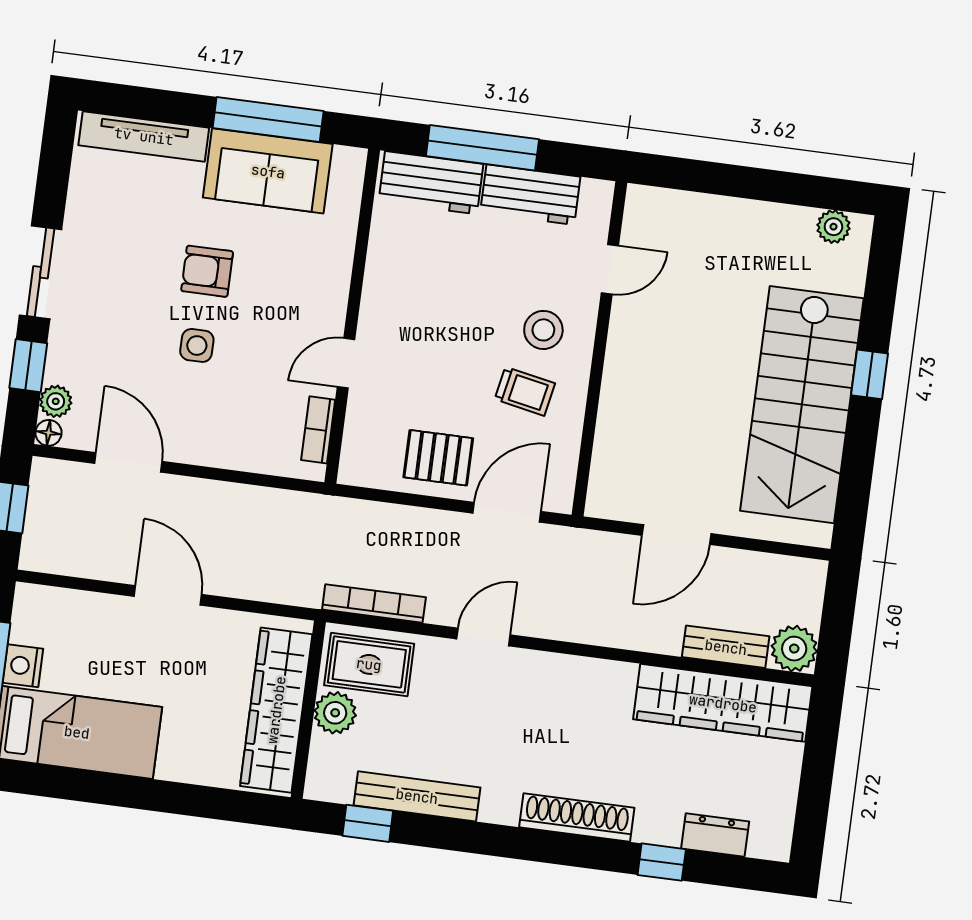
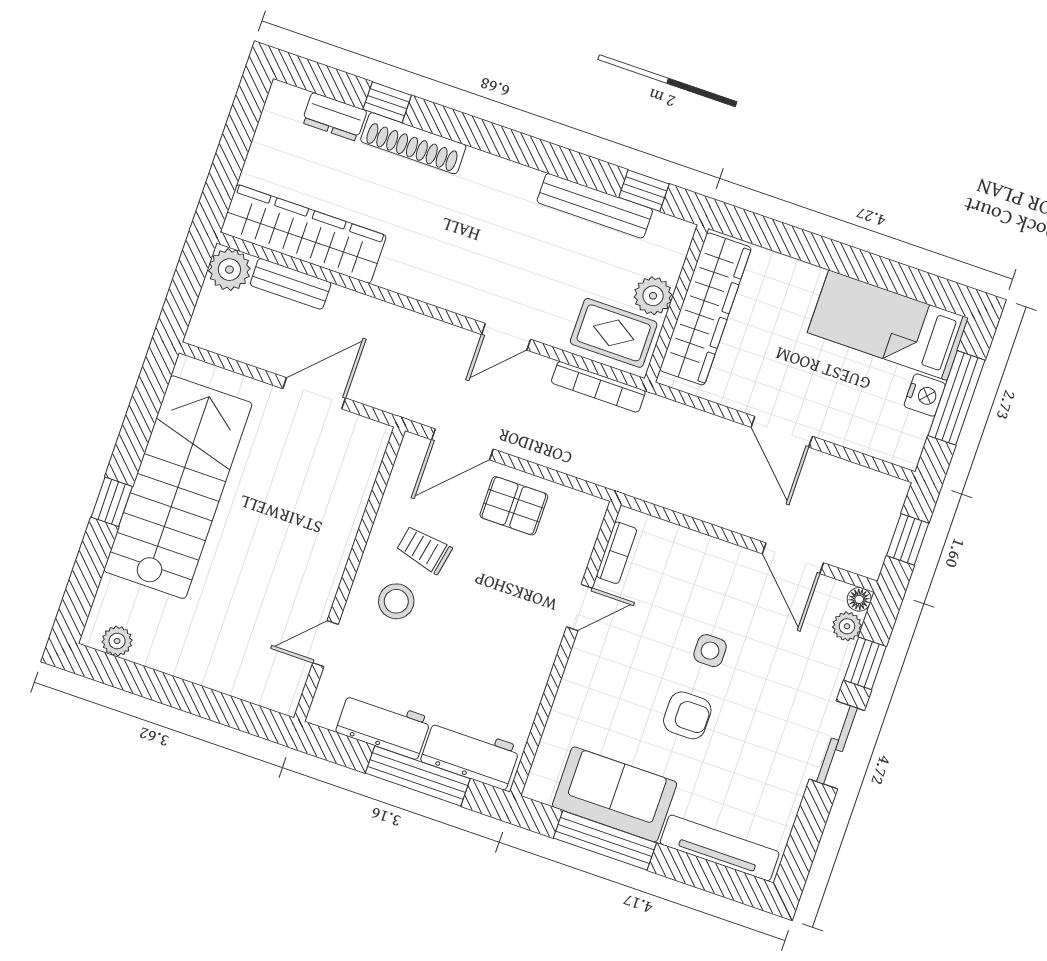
shoe rack: (577, 817) -> (413, 143), moved

